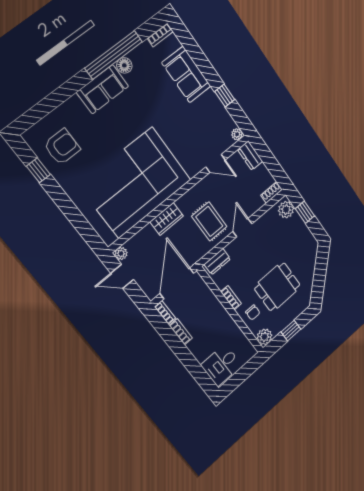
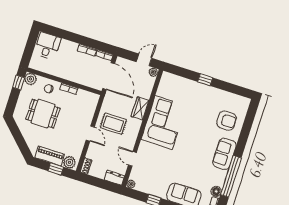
floor lamp: (124, 65) -> (216, 191), moved
armchair: (62, 147) -> (227, 121), moved, turned -90
door: (216, 163) -> (132, 159), hinge flipped
window: (38, 170) -> (205, 80), moved
corner sofa: (136, 183) -> (164, 123), width x0.73, depth x0.74
piano: (302, 232) -> (50, 156), added
dresser: (217, 262) -> (92, 104), removed
dining table: (277, 287) -> (43, 114), turned 90
window: (291, 331) -> (19, 82), moved

